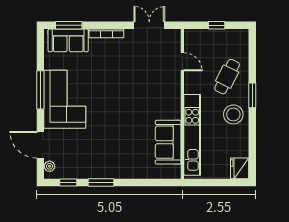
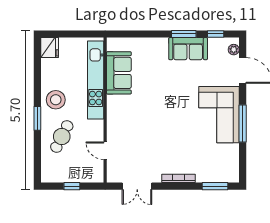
sofa: (68, 40) -> (188, 49), moved, turned 180

